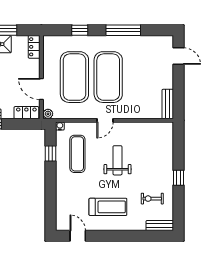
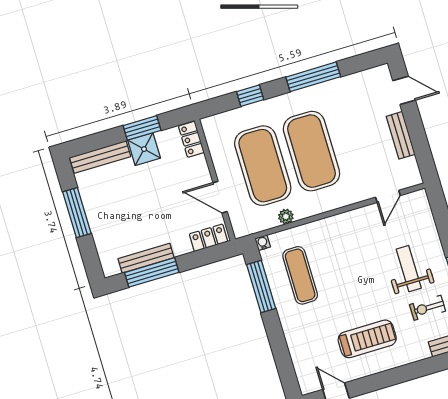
bench: (168, 104) -> (401, 135), moved
plant: (48, 114) -> (286, 217), moved
door: (105, 120) -> (388, 196), moved
window: (51, 154) -> (261, 287), width x2.17
weight bench: (117, 160) -> (409, 269), moved

